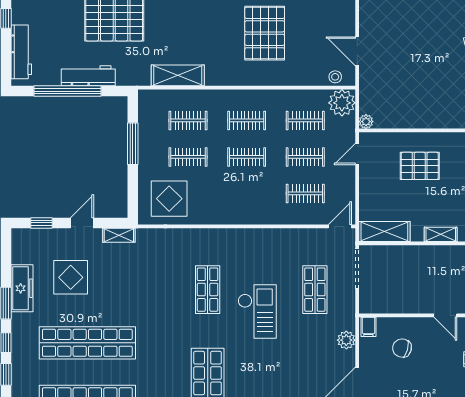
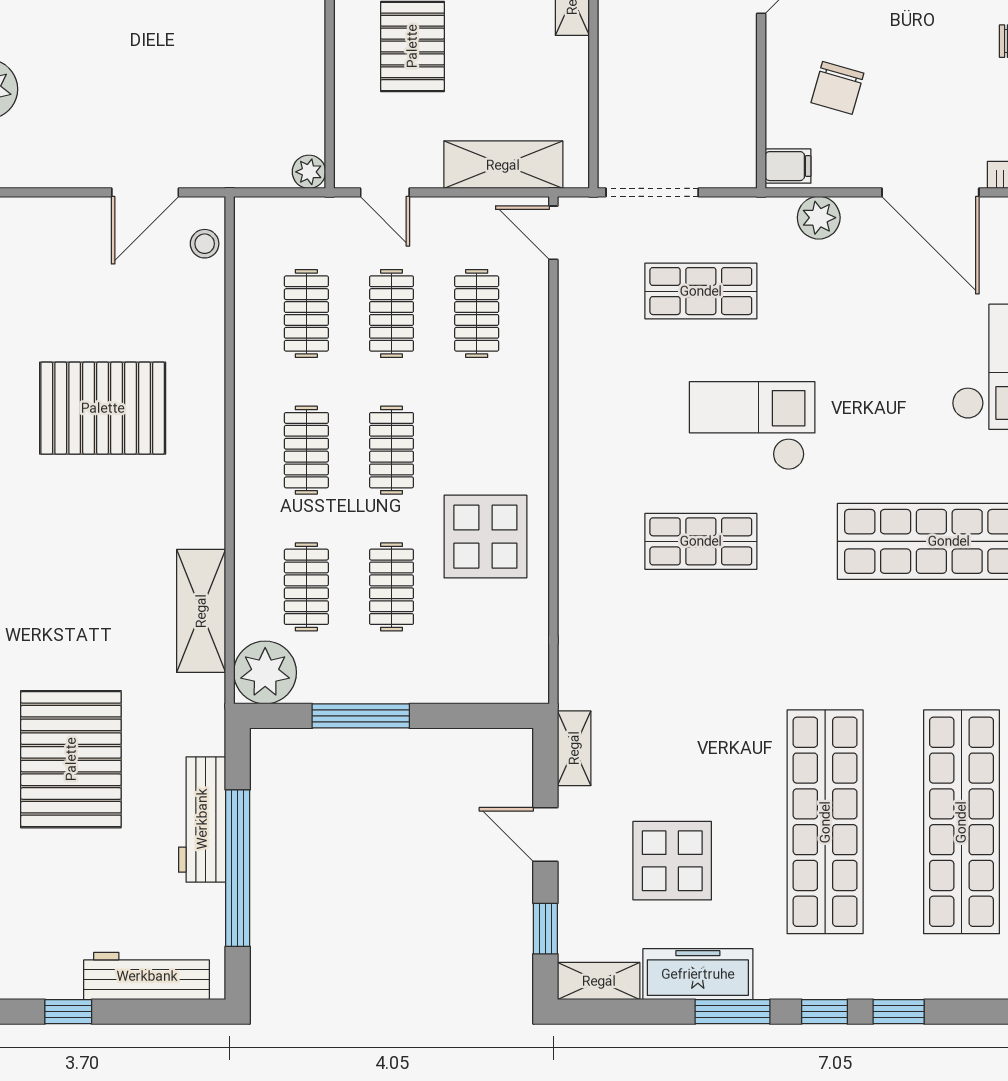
plant: (342, 103) -> (265, 672), moved
display table: (169, 199) -> (485, 537), moved
shelving: (384, 232) -> (503, 165), moved, turned 90
shelving: (19, 246) -> (599, 981), added

